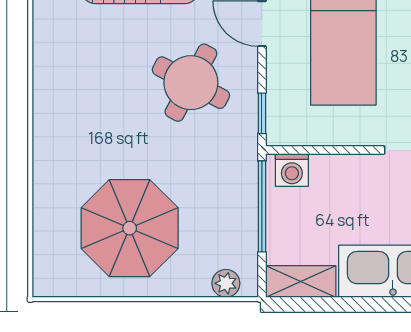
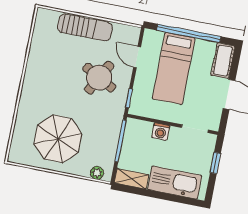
washing machine: (292, 170) -> (161, 131), moved

